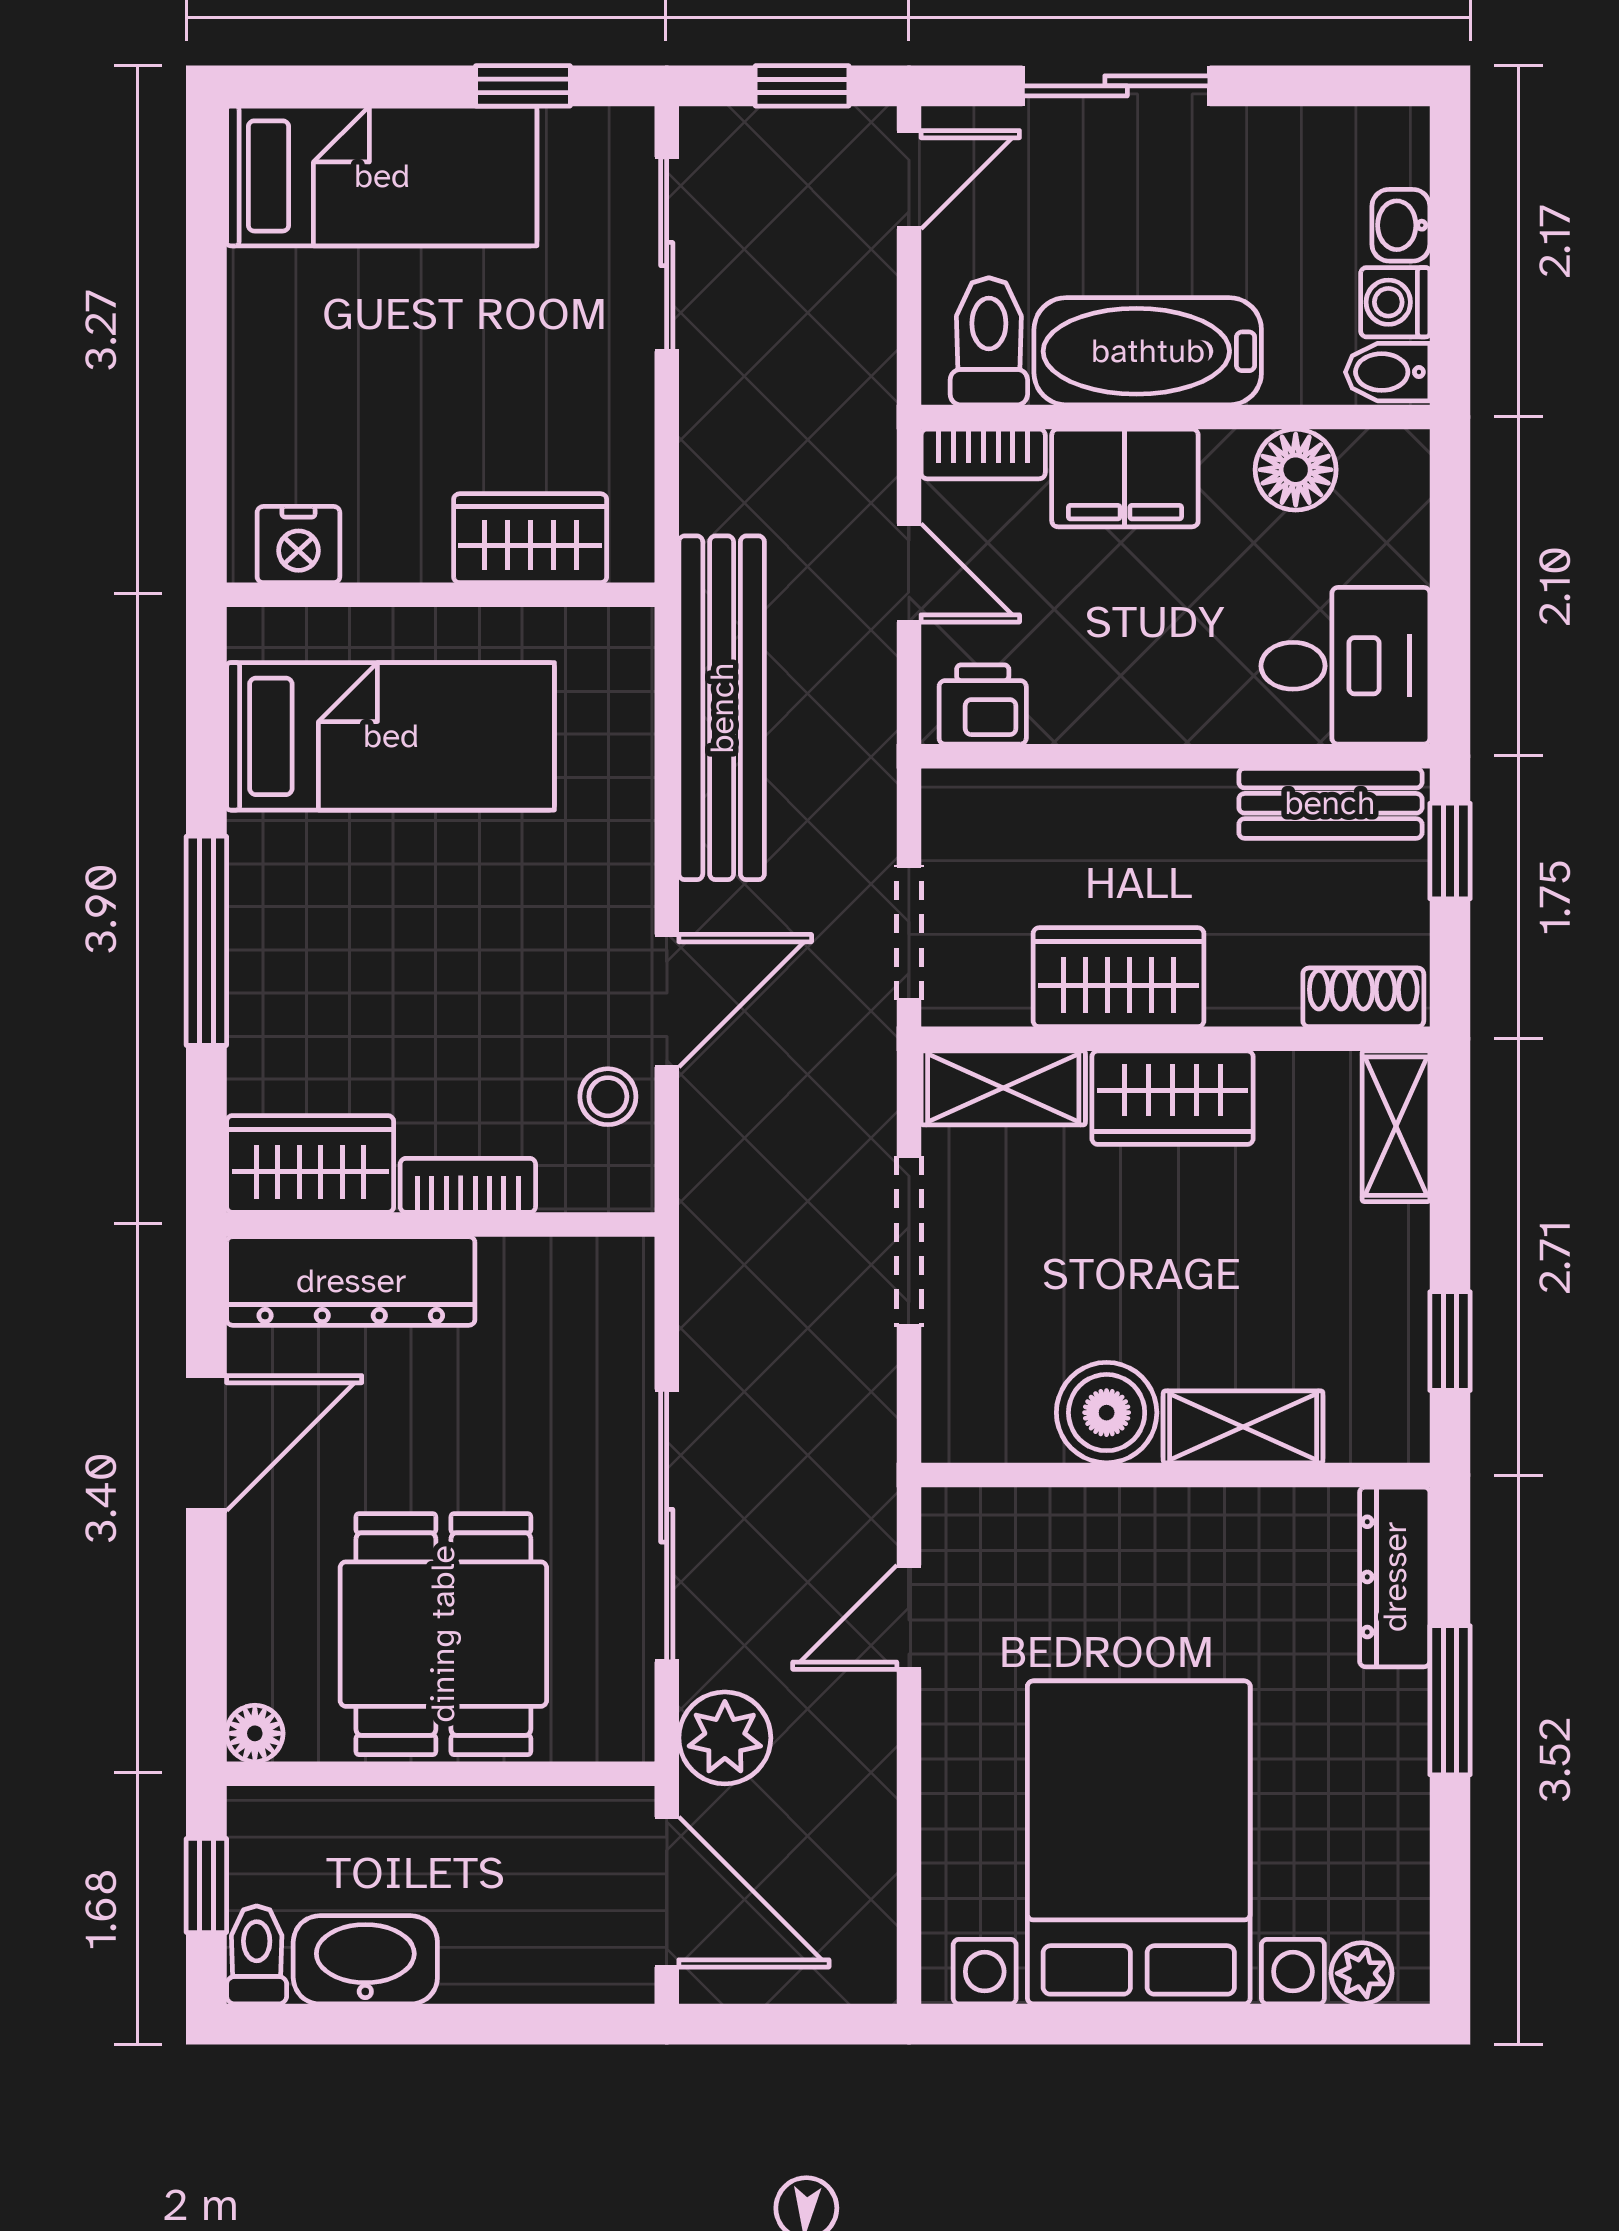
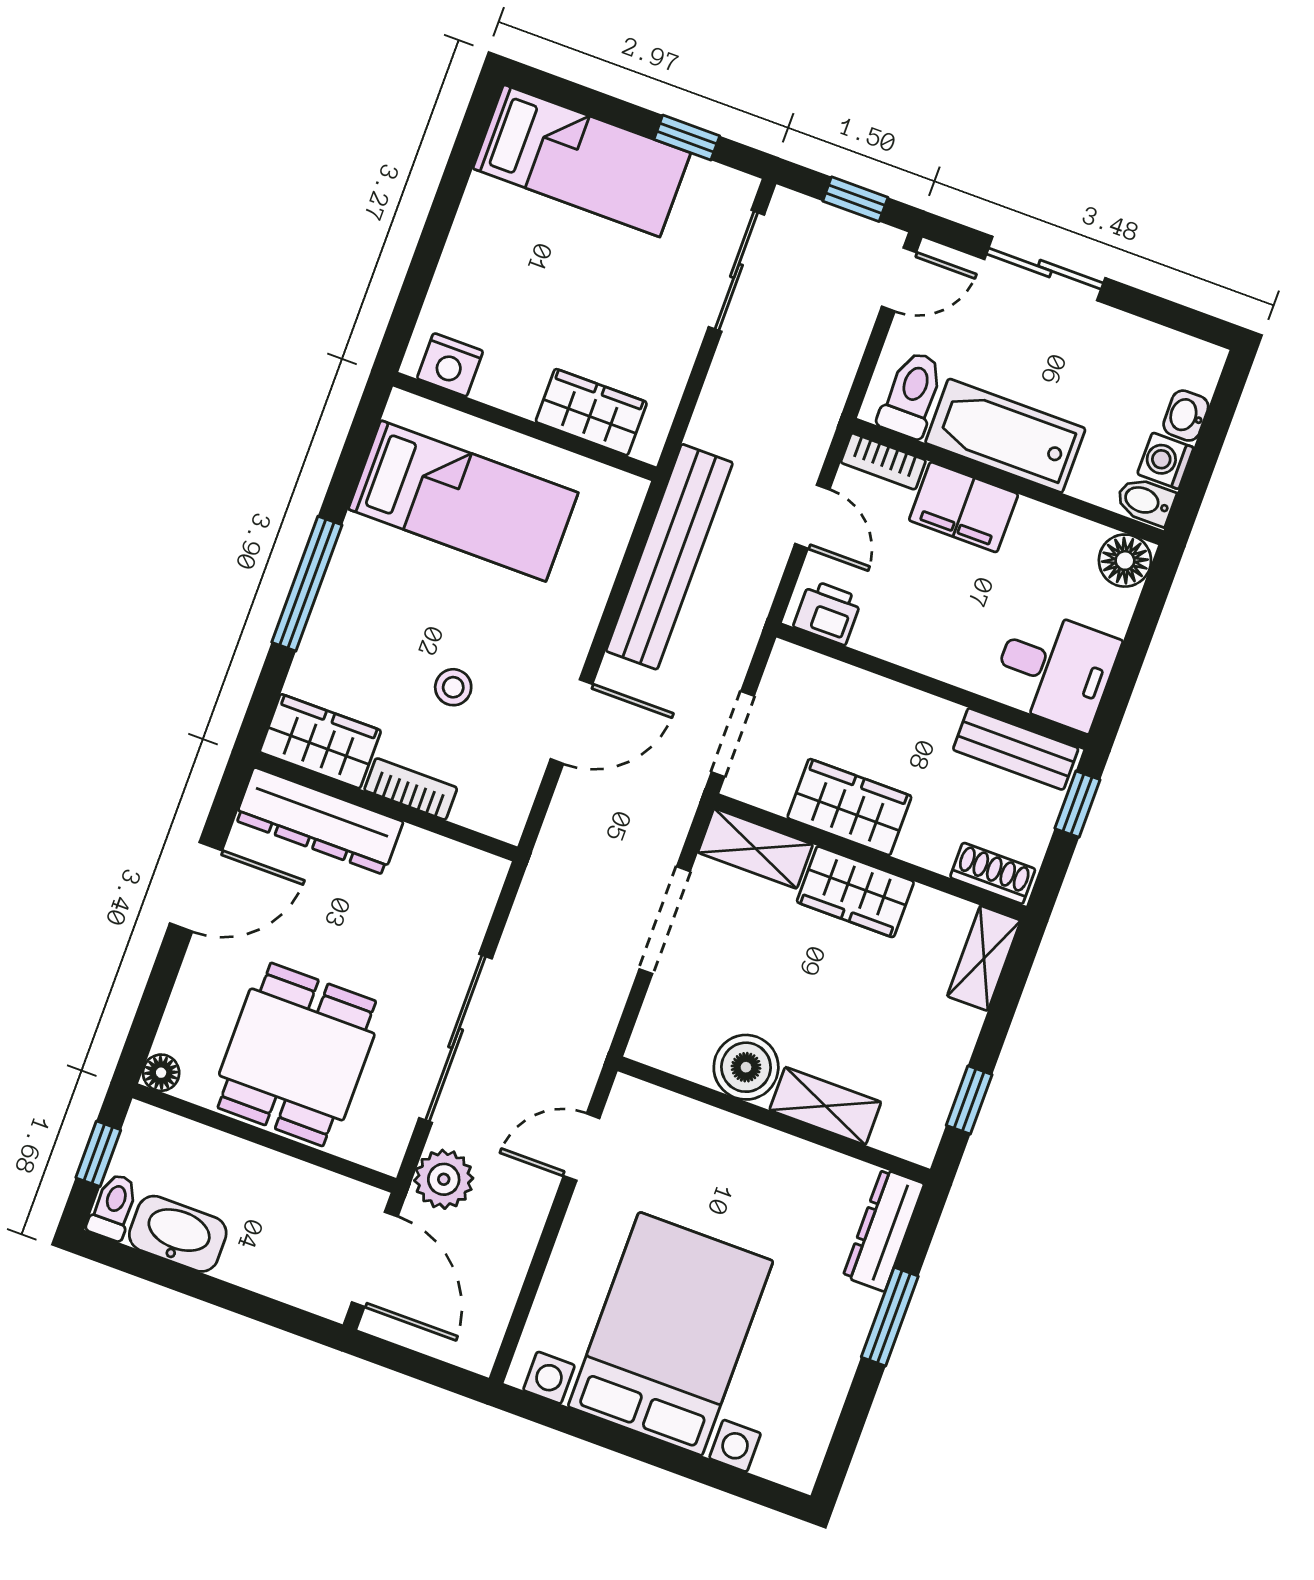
floor lamp: (1296, 470) -> (1125, 561), moved
stool: (608, 1097) -> (453, 687), moved
plant: (1362, 1973) -> (776, 1462), removed

